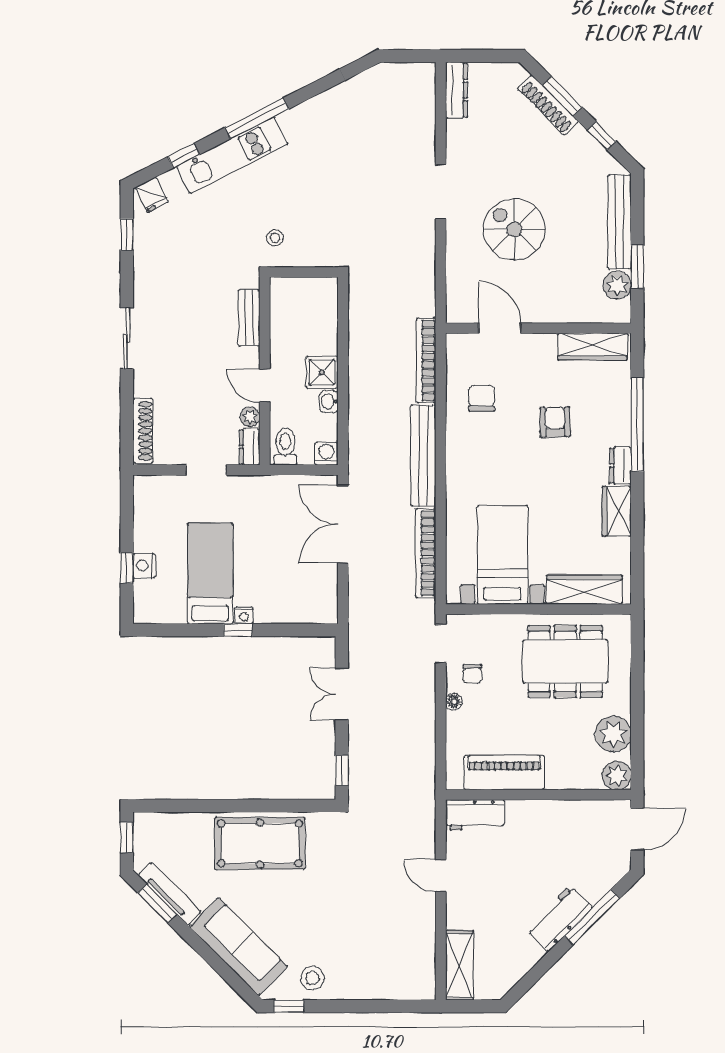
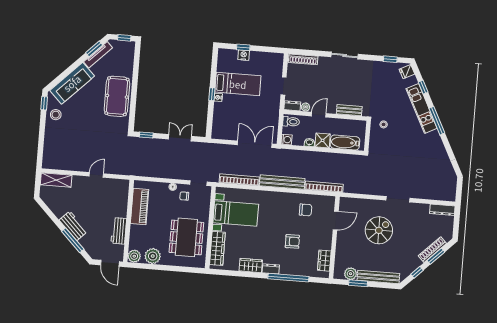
bathtub: (323, 321) -> (345, 142), added
wardrobe: (592, 347) -> (324, 261), width x0.67
workbench: (475, 815) -> (119, 231), moved

